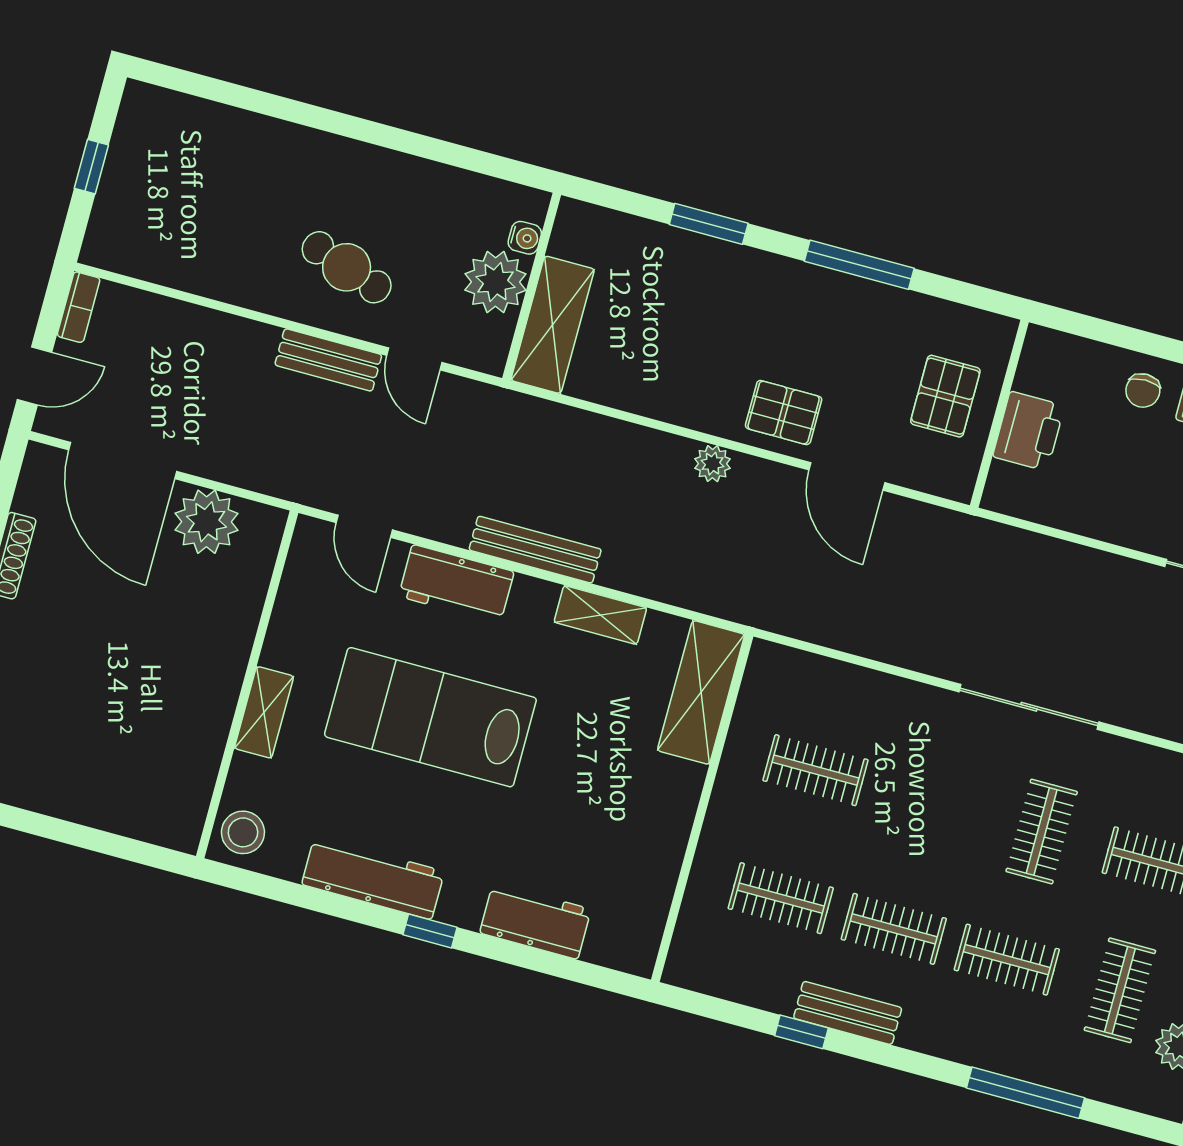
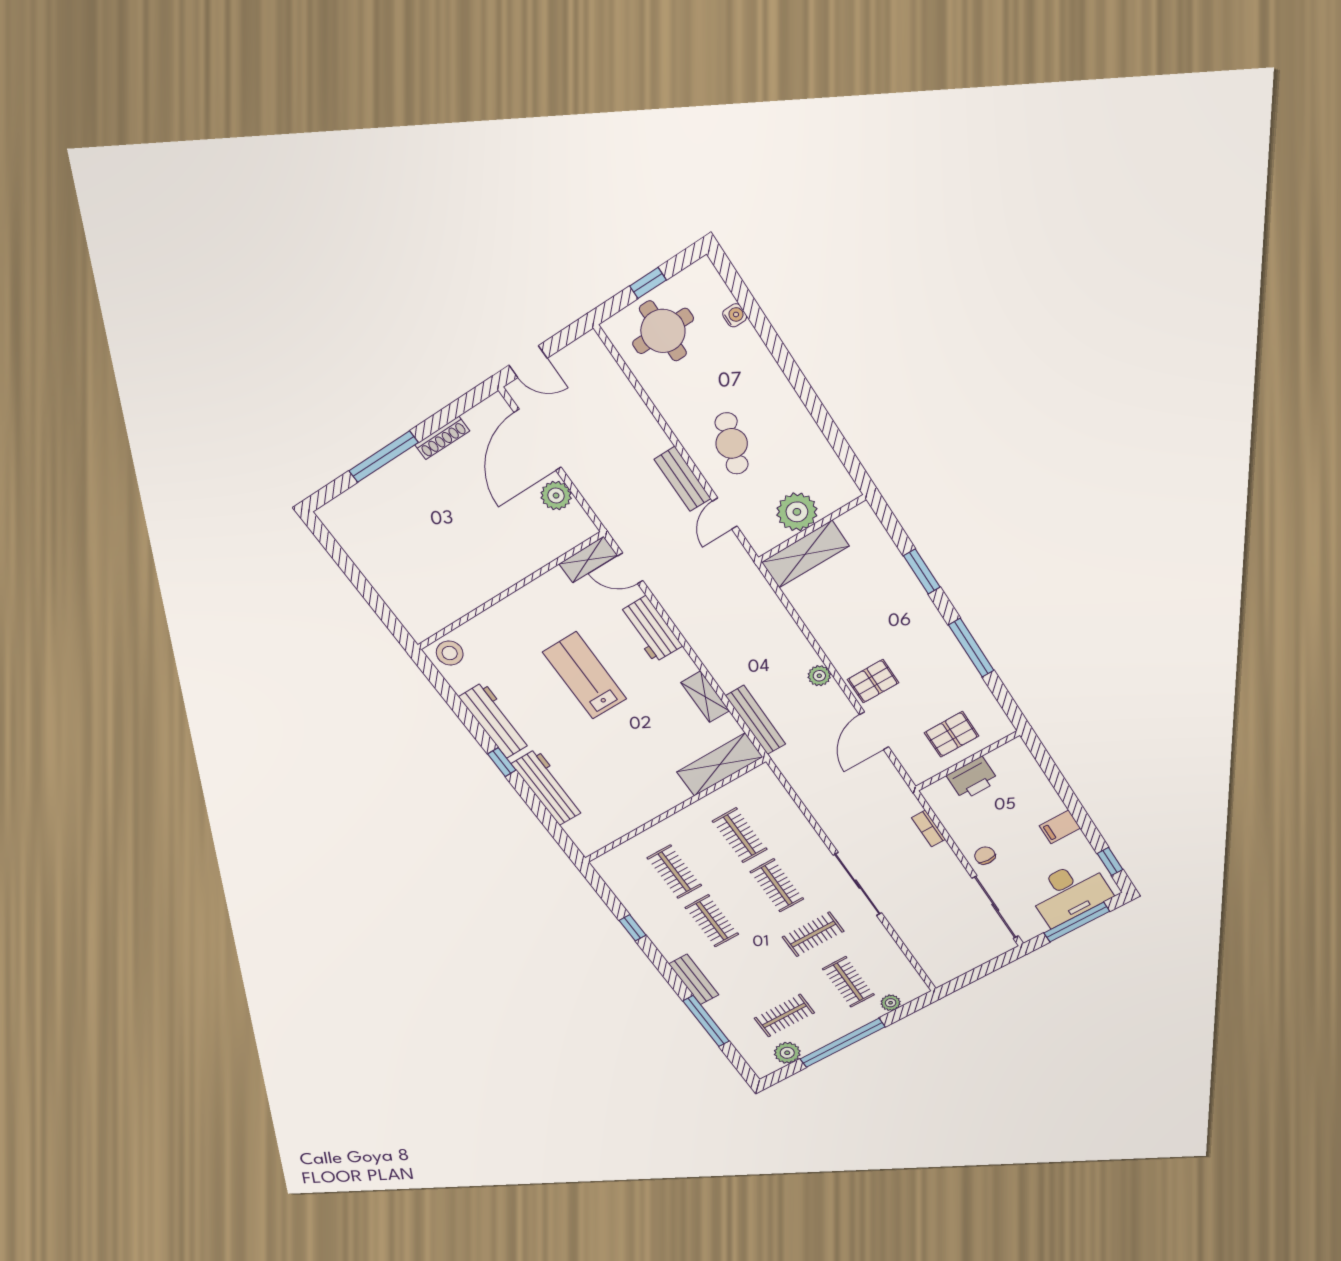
round table: (155, 206) -> (663, 331), added
water cooler: (525, 238) -> (735, 315), moved, turned -90
bookcase: (79, 307) -> (929, 829), moved, turned 90
chair: (1143, 391) -> (985, 855), moved, turned 90
pallet: (784, 413) -> (873, 681), turned 90
plant: (207, 522) -> (556, 496), width x0.73, depth x0.73
door: (364, 526) -> (630, 568), hinge flipped
bench: (535, 550) -> (756, 720), moved
shelving: (264, 712) -> (588, 560), moved
lab bench: (430, 717) -> (585, 675), width x0.73, depth x0.72
workbench: (535, 921) -> (548, 787), width x1.38
clothes rail: (1007, 960) -> (777, 885), moved
bench: (848, 1013) -> (694, 979), moved

